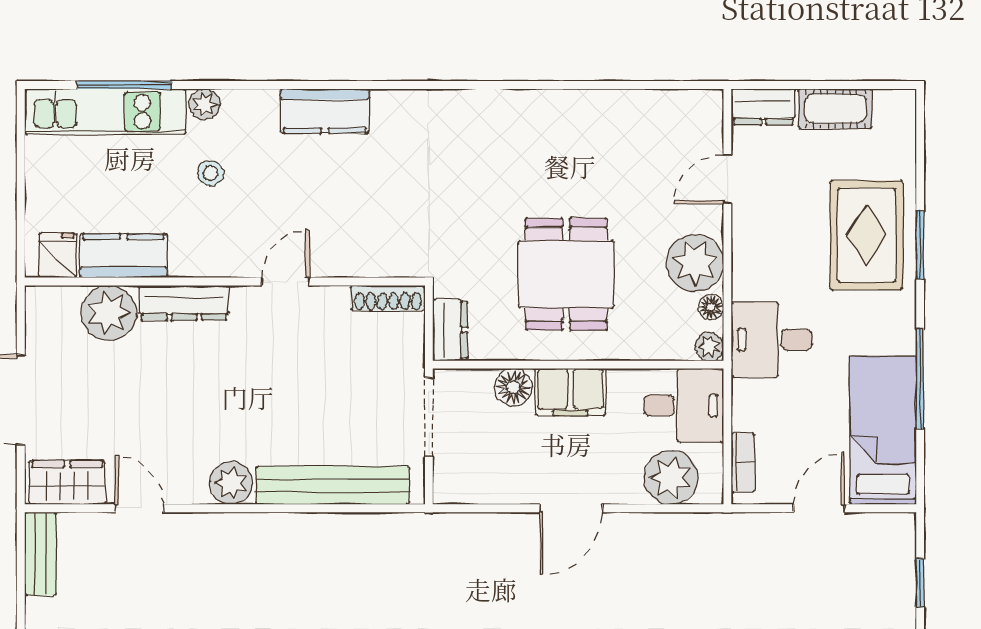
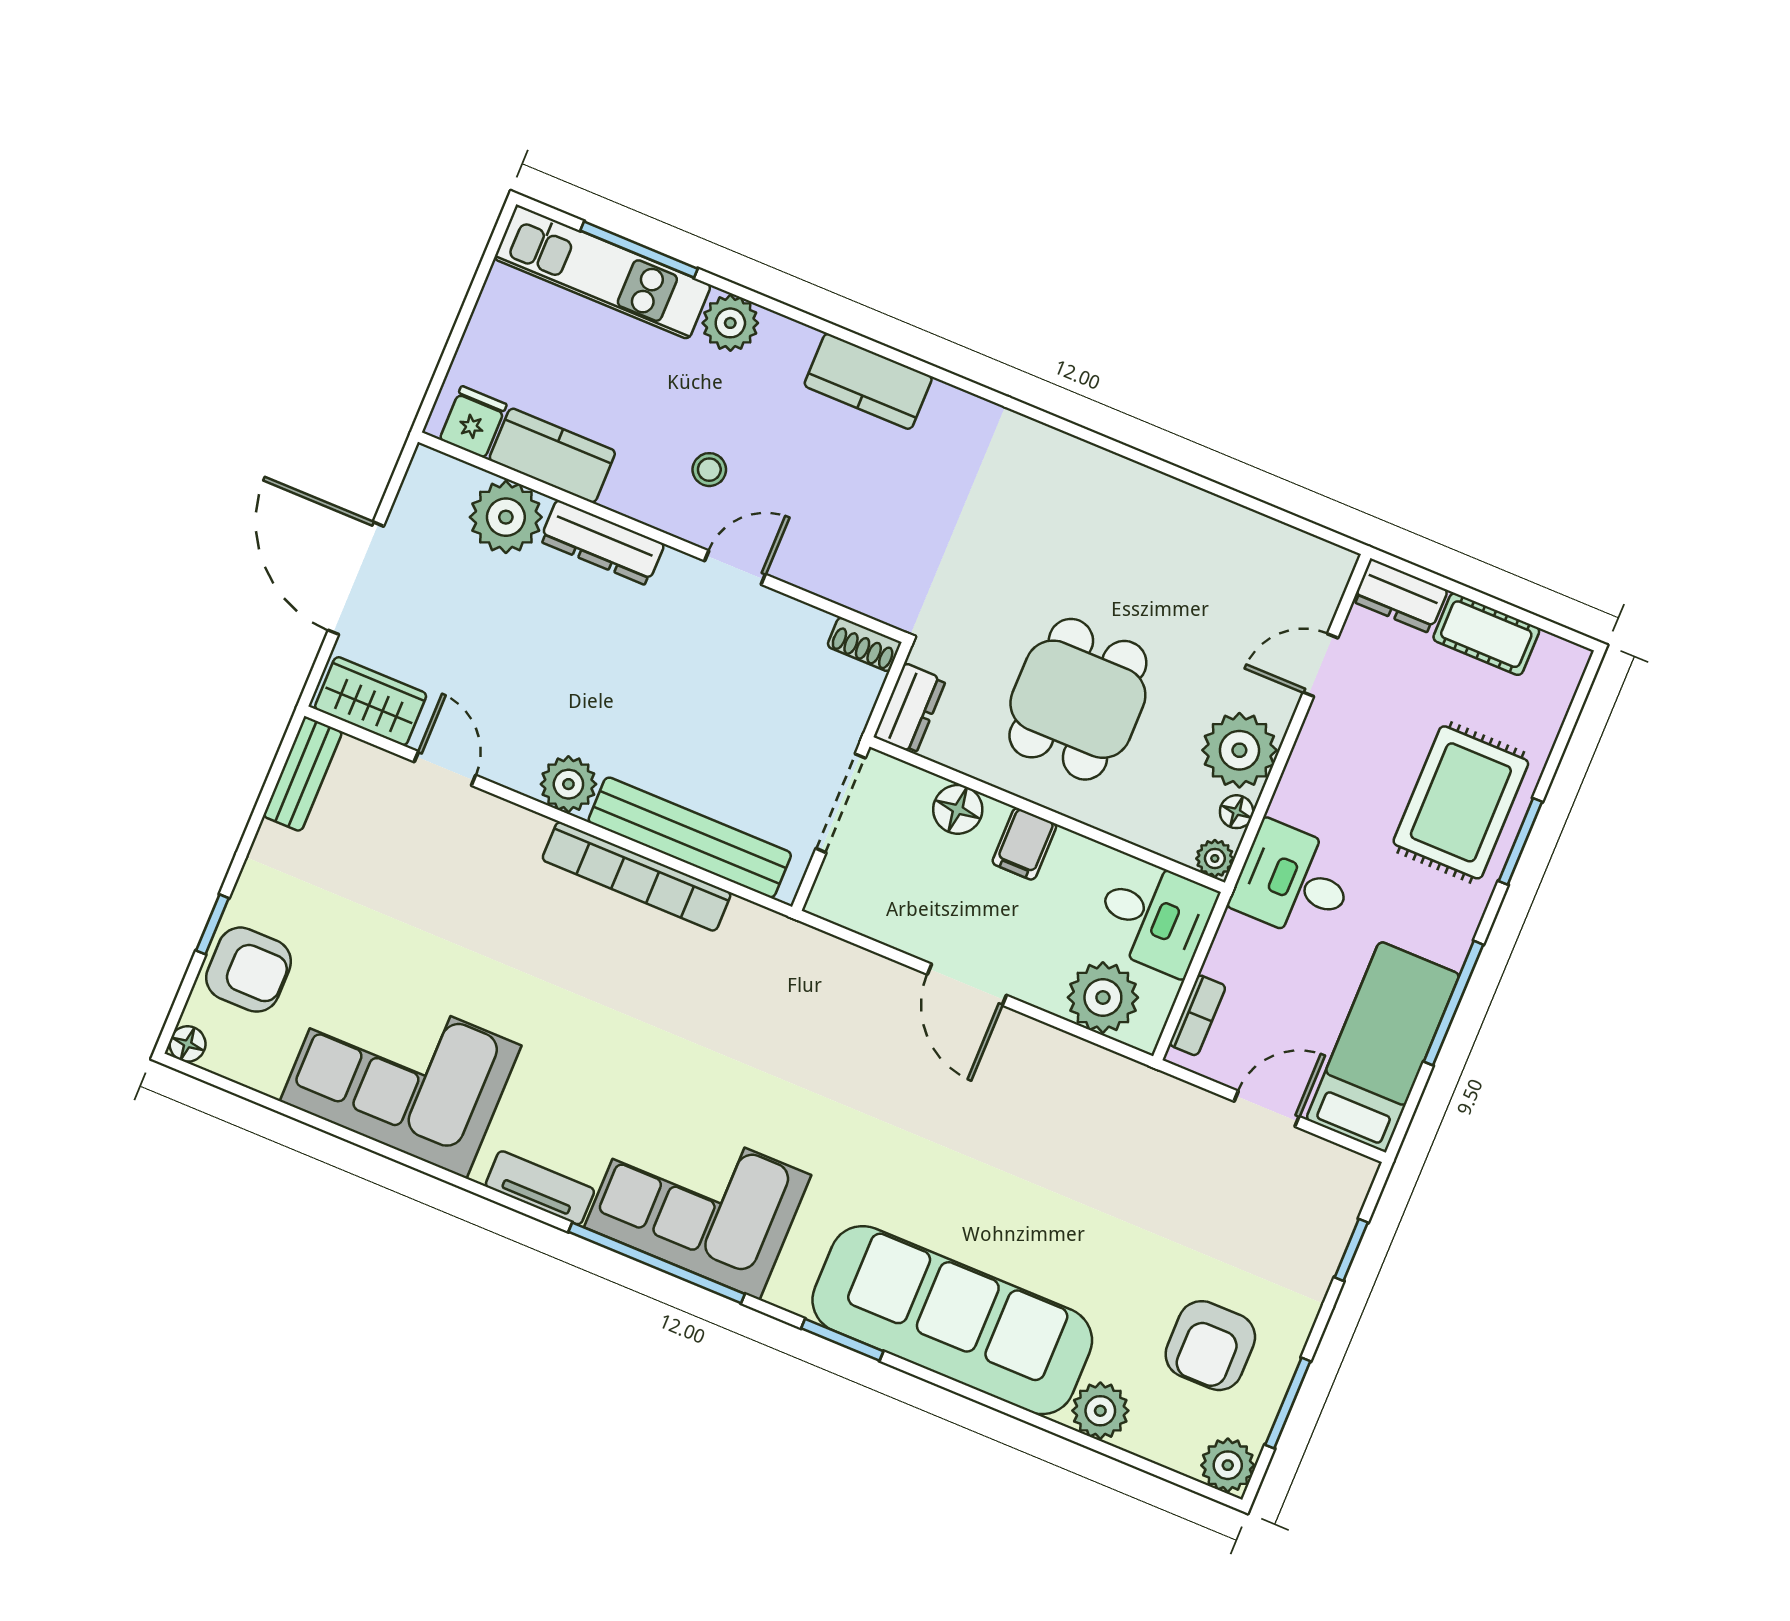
plant: (205, 104) -> (730, 323), width x1.38, depth x1.38
stool: (211, 173) -> (709, 470), moved
shoe rack: (388, 298) -> (864, 644), width x0.70
filing cabinet: (571, 392) -> (1024, 844), width x0.50
door: (571, 508) -> (967, 985), hinge flipped
bookcase: (306, 528) -> (637, 876), added

